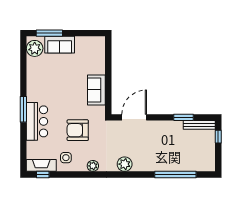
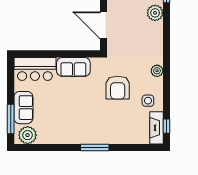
bar counter: (37, 121) -> (35, 69), moved, turned 180
plant: (125, 164) -> (155, 13), moved

